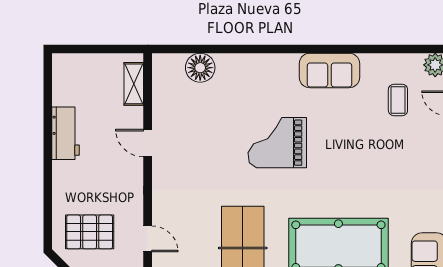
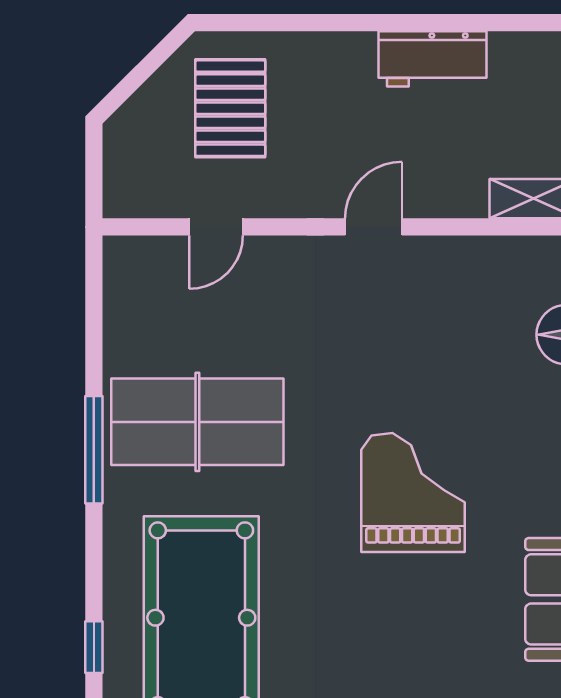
door: (148, 143) -> (374, 227), moved

